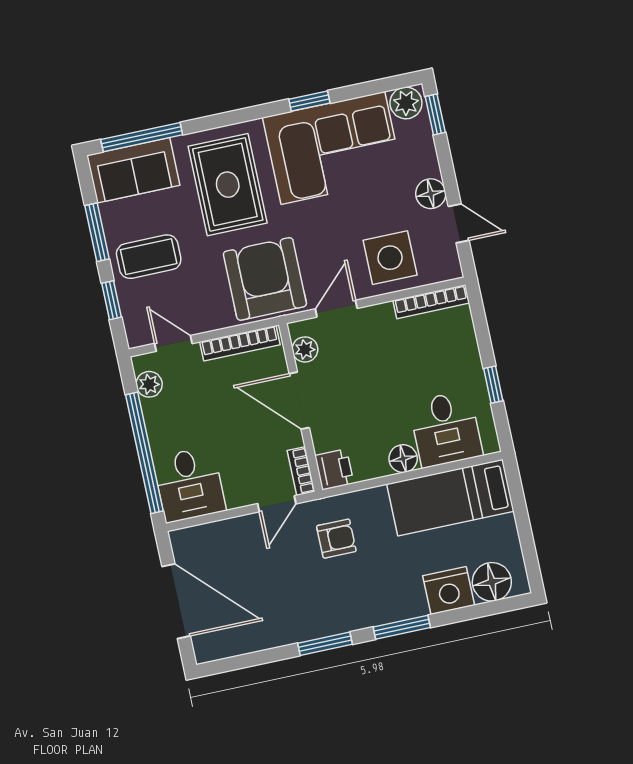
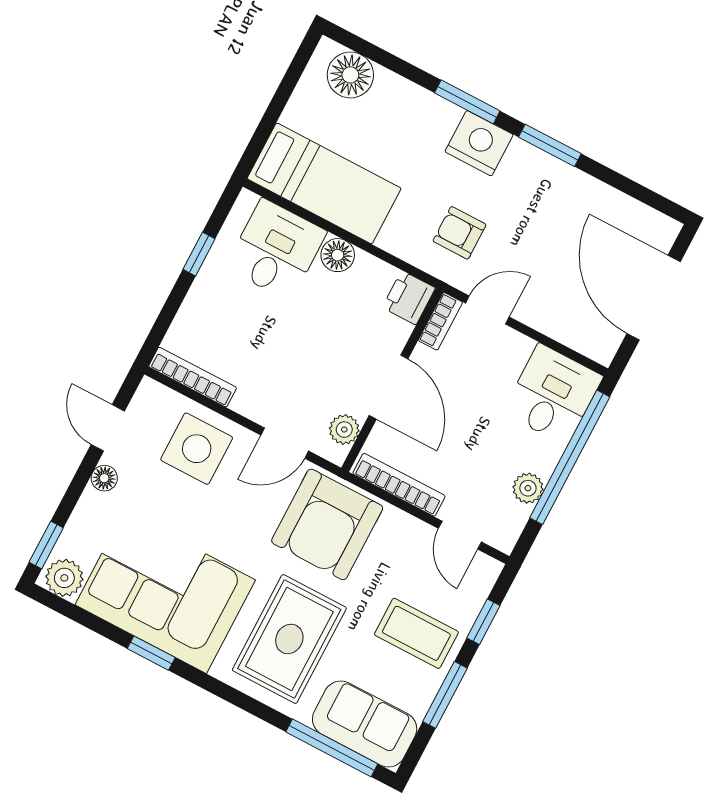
floor lamp: (431, 194) -> (104, 478), width x0.73, depth x0.73
plant: (149, 384) -> (528, 488), moved
nightstand: (449, 591) -> (479, 143), moved

